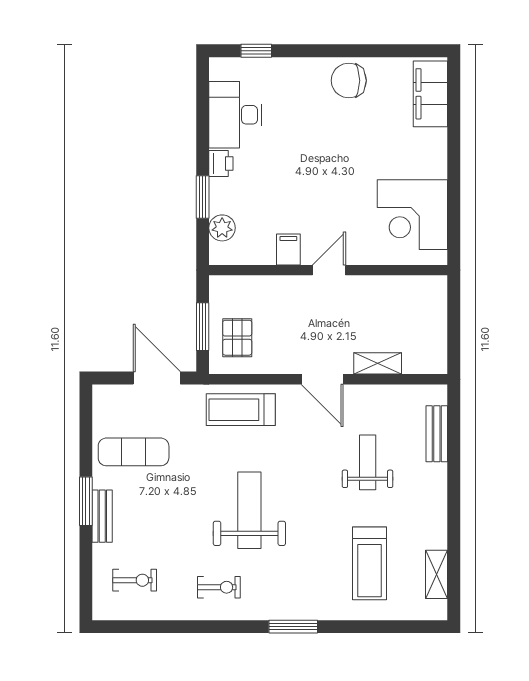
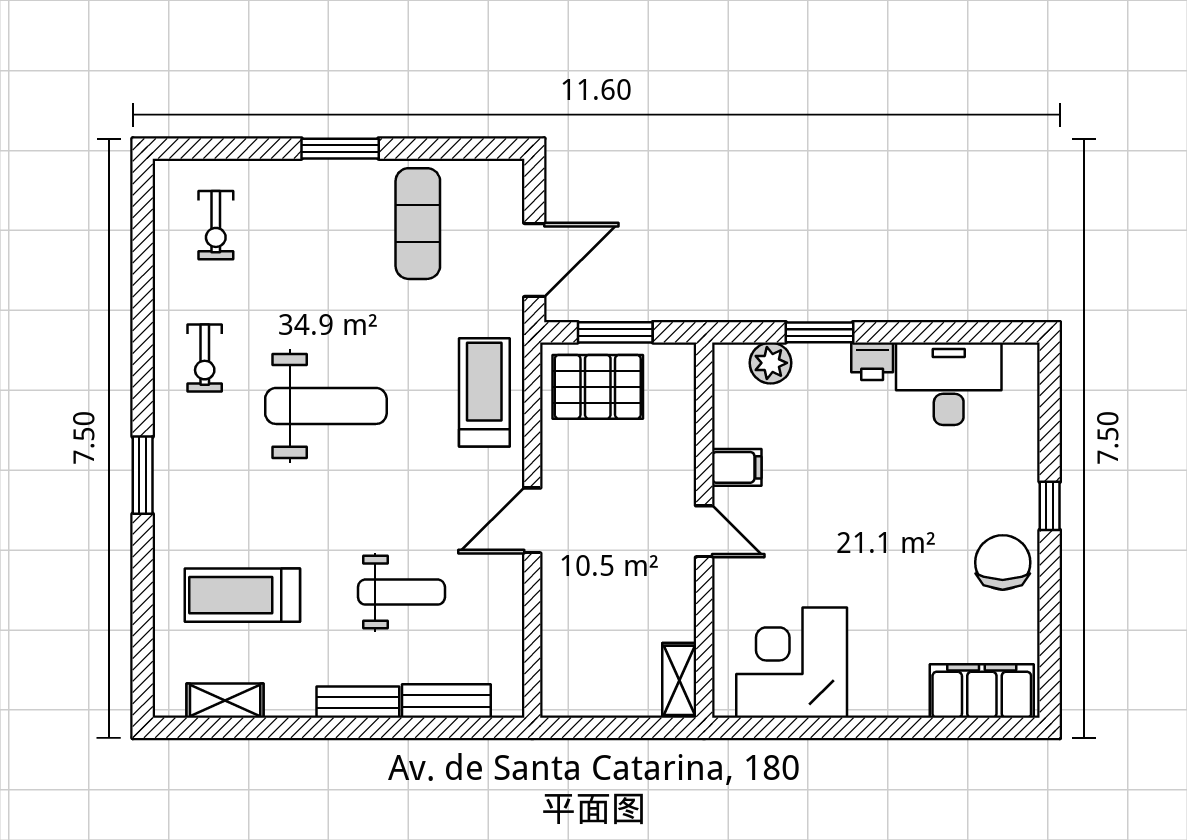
window: (256, 51) -> (1050, 506), moved
pallet: (237, 338) -> (598, 387), width x1.50, depth x1.42
shelving: (378, 363) -> (679, 680), moved
bench: (102, 516) -> (358, 702), moved

